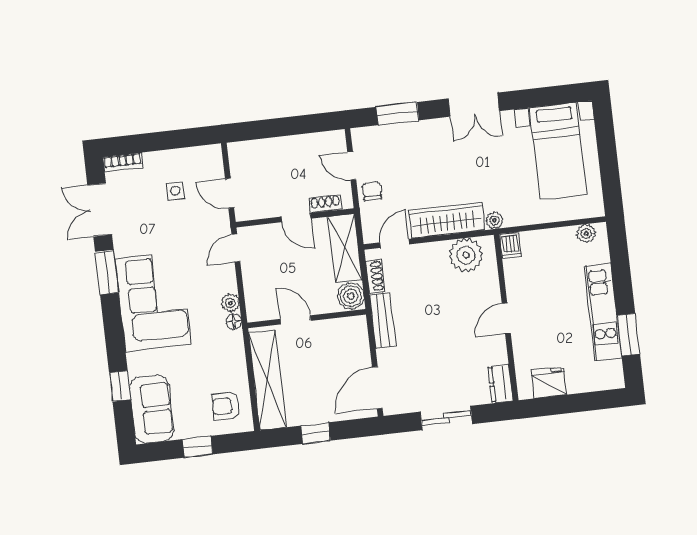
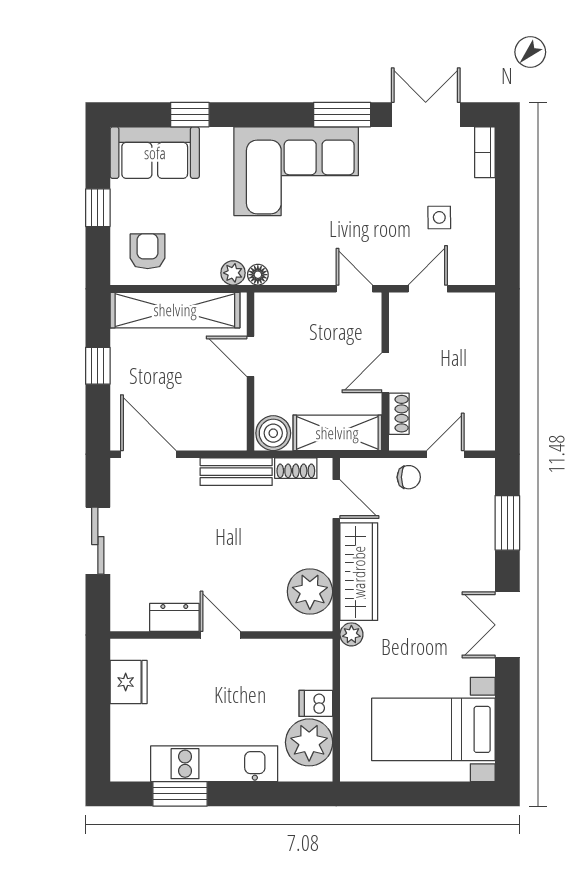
plant: (586, 234) -> (309, 742), width x1.87, depth x1.87
dishwasher: (510, 245) -> (316, 703), moved
plant: (230, 303) -> (233, 273), moved
door: (295, 320) -> (250, 356), swing flipped
dresser: (500, 384) -> (174, 617), moved

